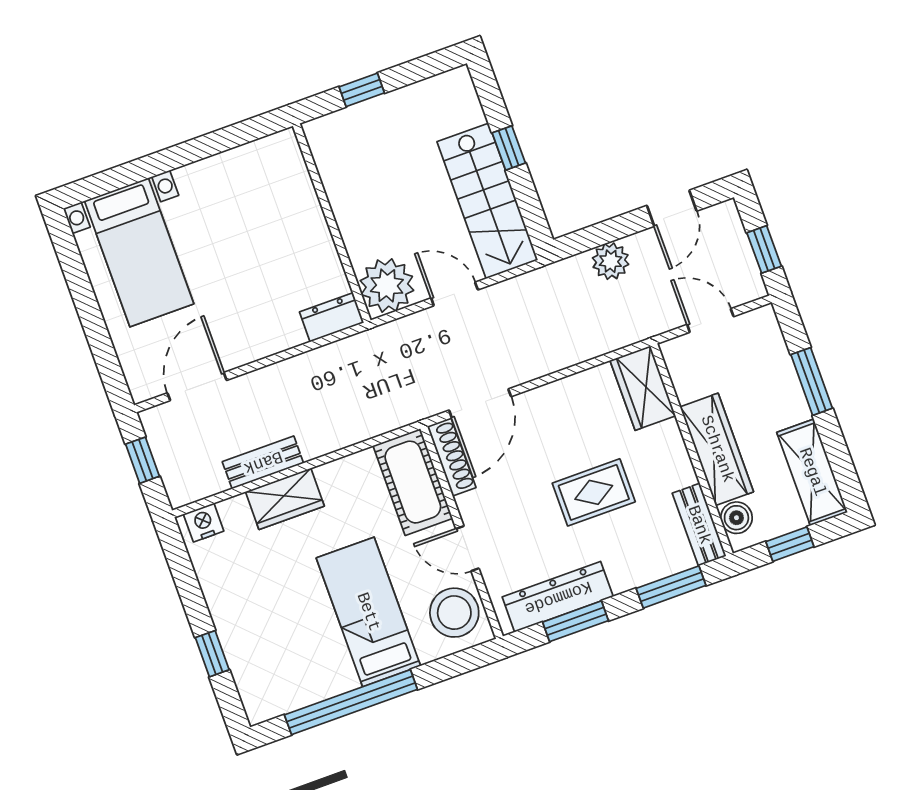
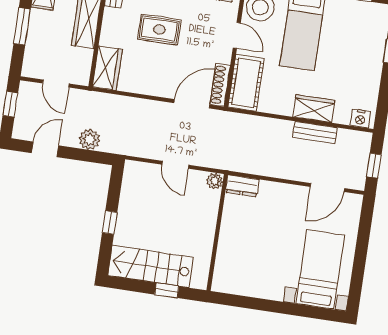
stairs: (487, 201) -> (150, 266), moved, turned -90
plant: (387, 286) -> (215, 181), width x0.53, depth x0.53

